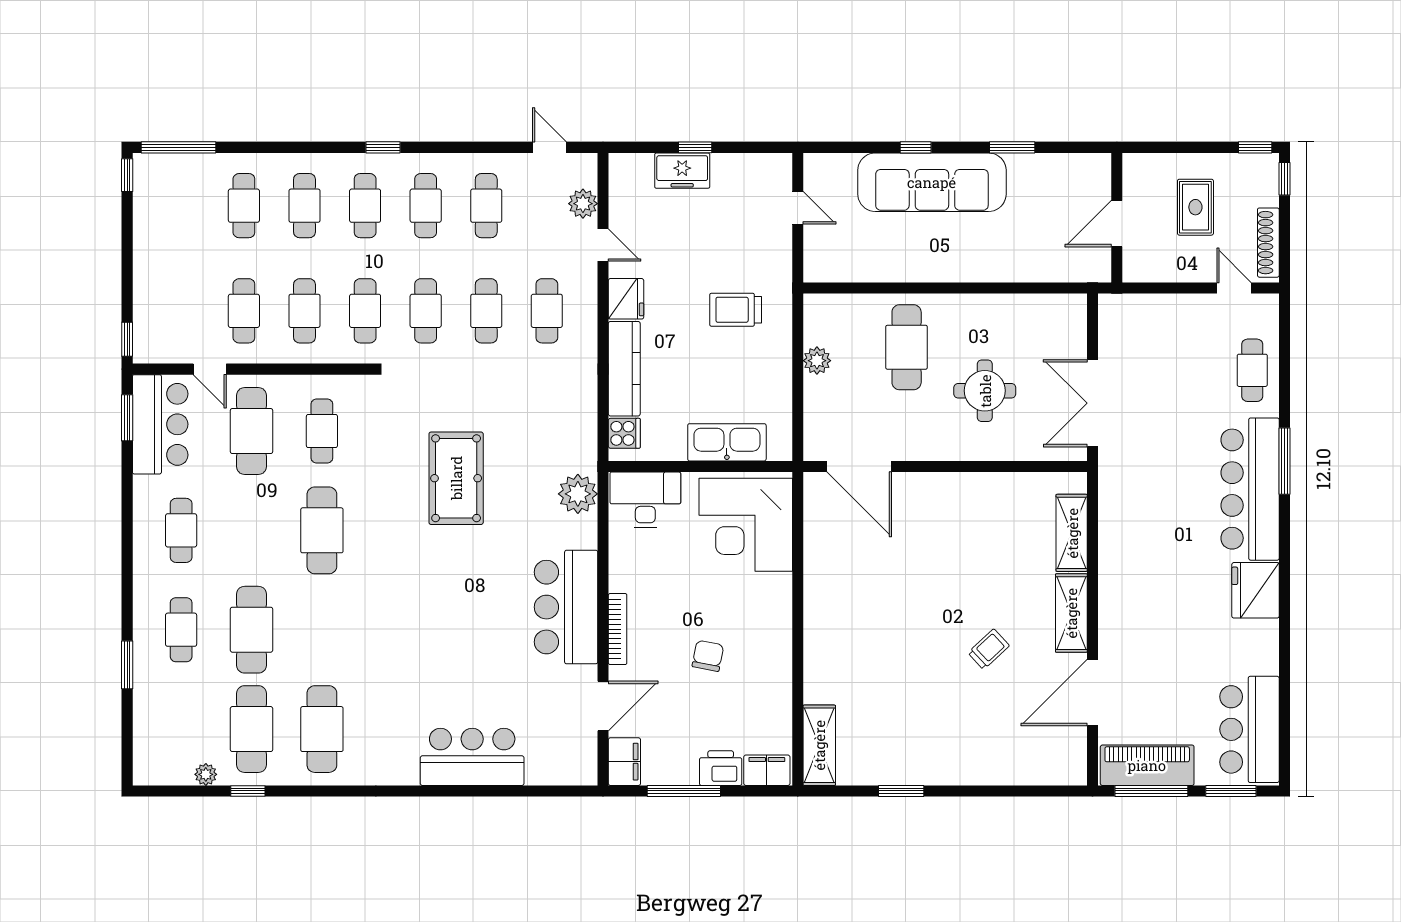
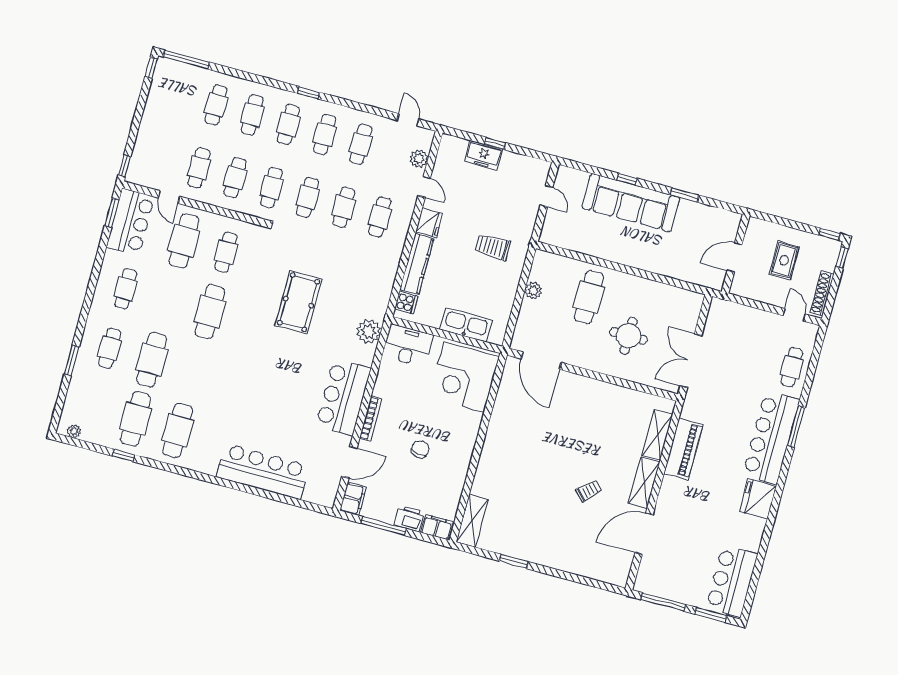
bar counter: (472, 757) -> (263, 471), width x1.36
piano: (1147, 765) -> (683, 449), moved, turned 90
plant: (206, 774) -> (74, 431), moved

